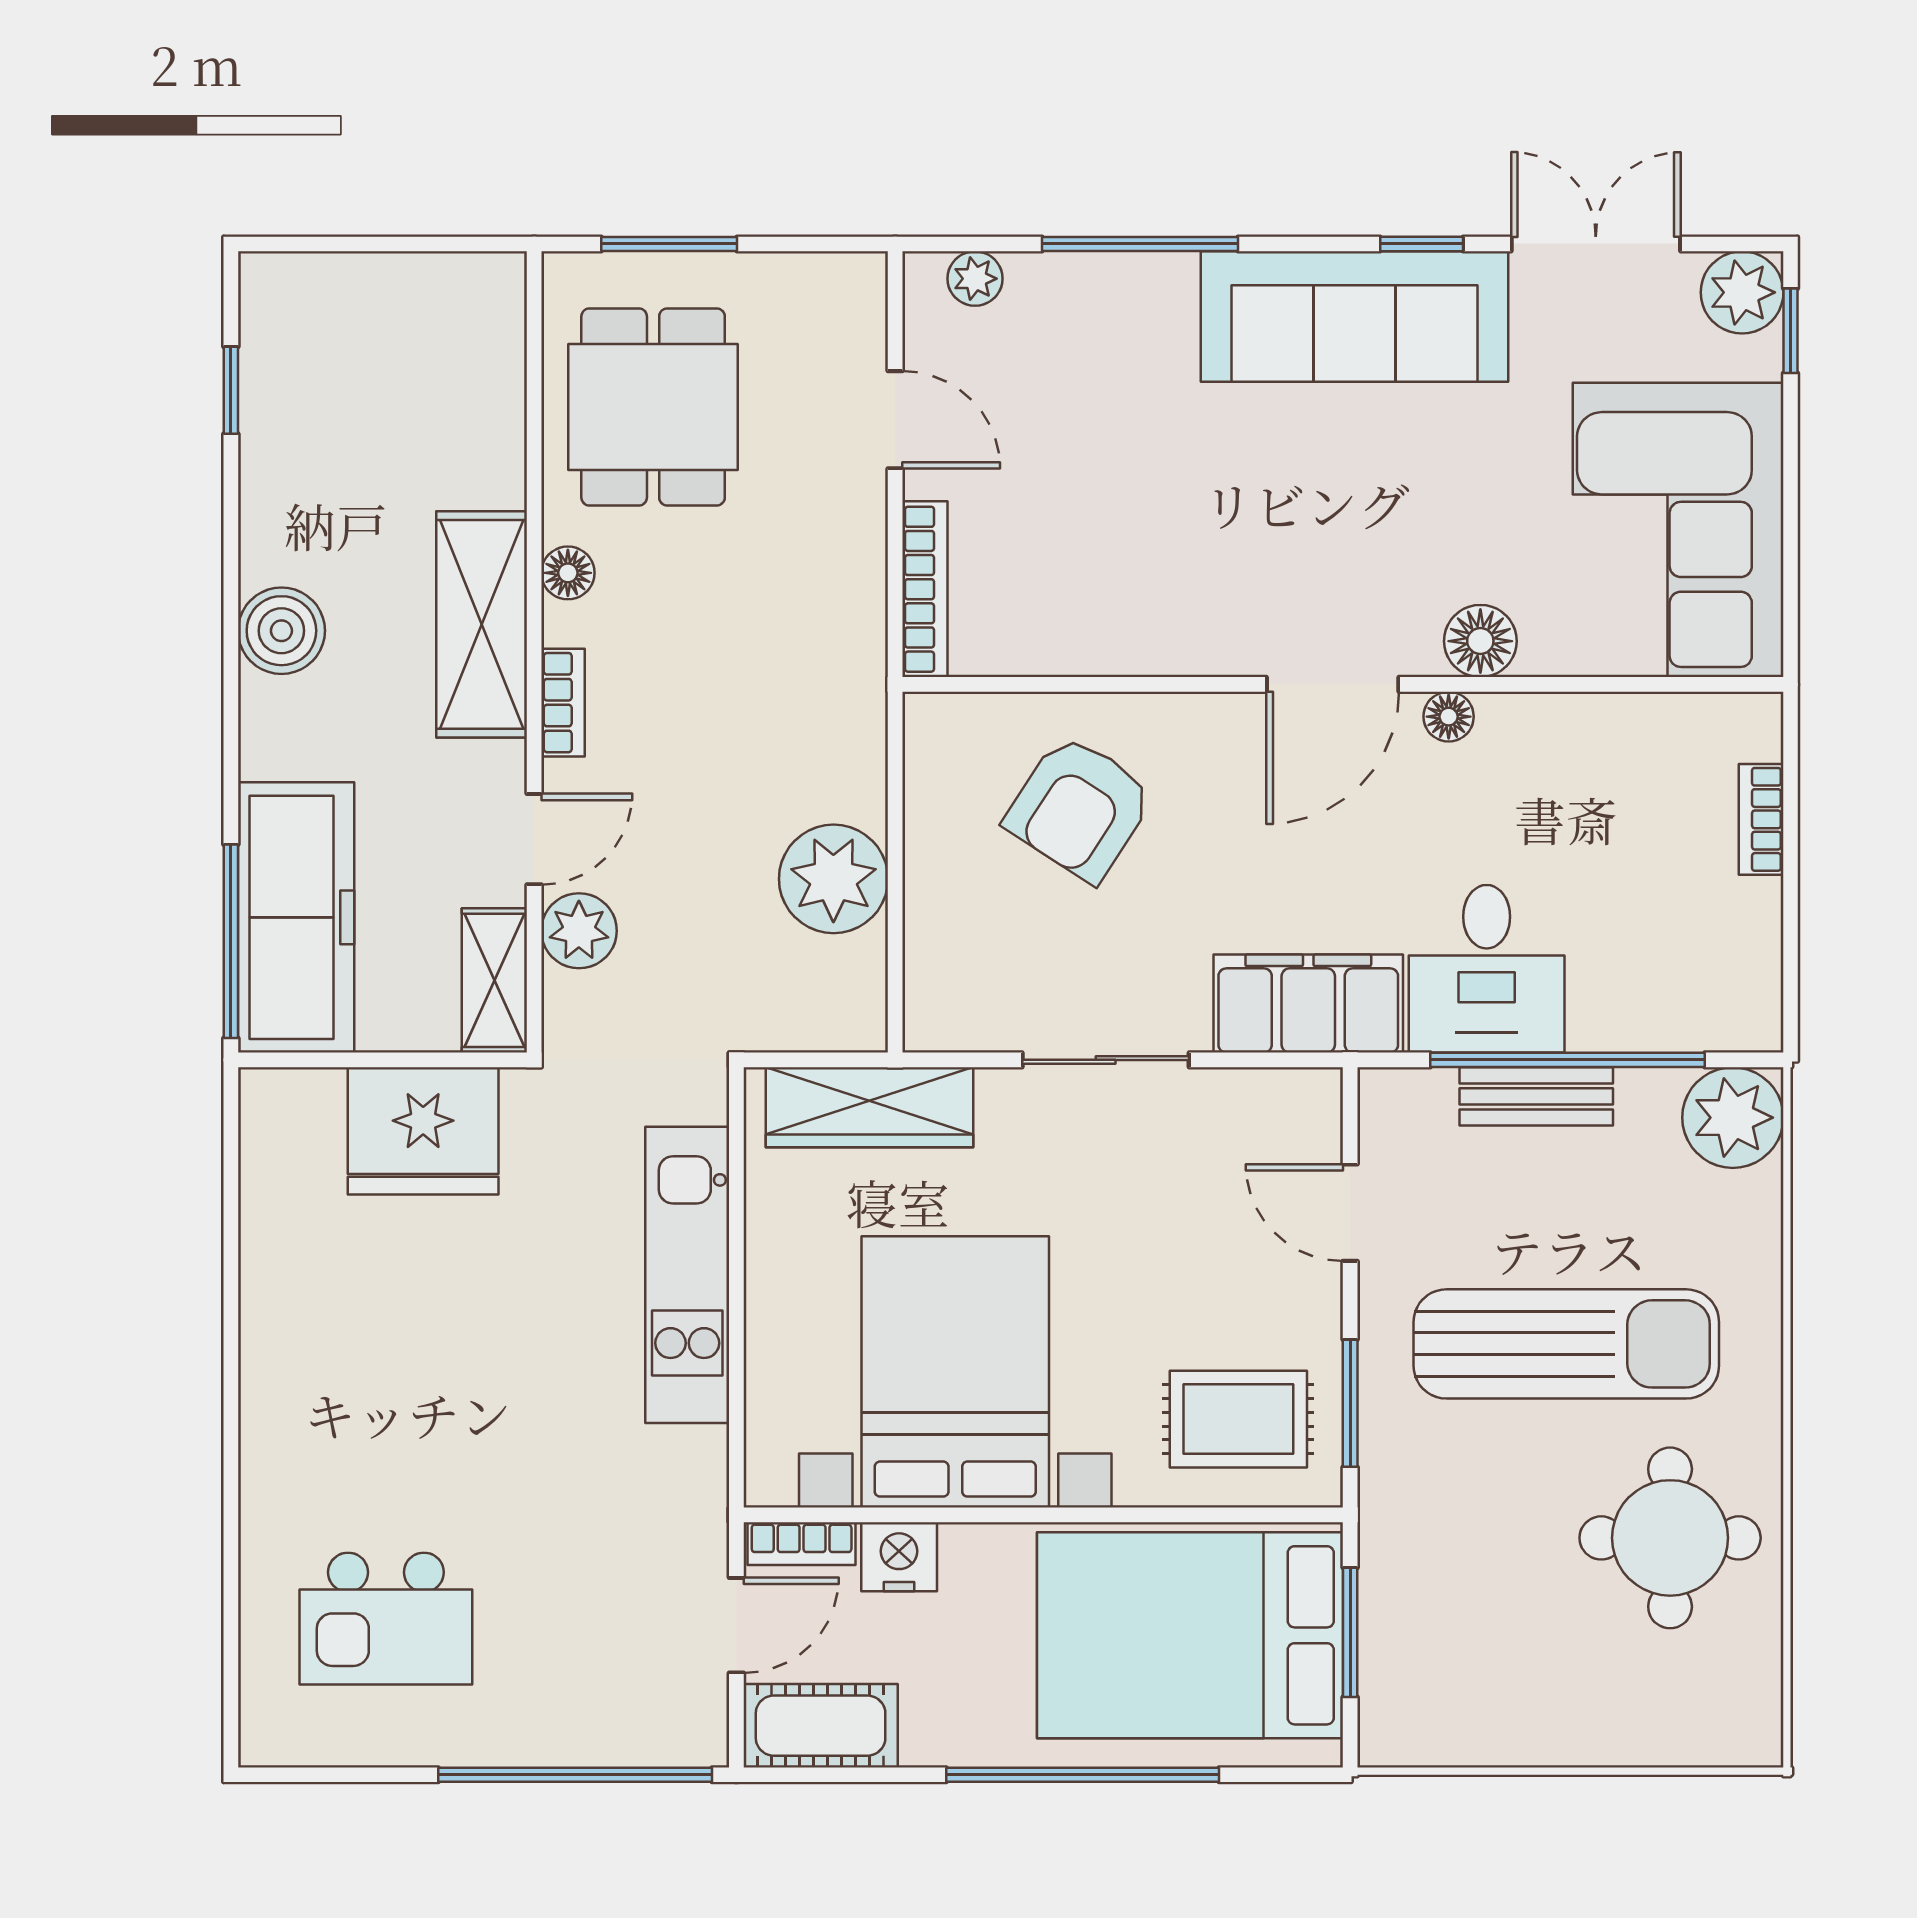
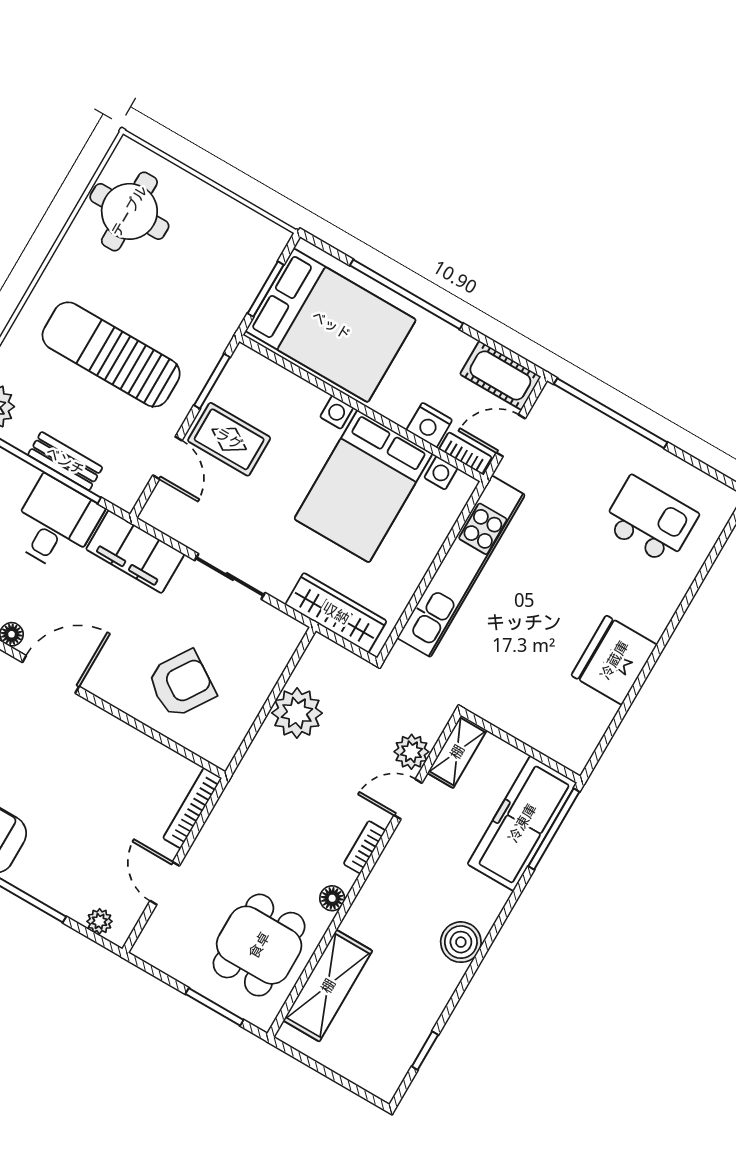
shelving: (482, 624) -> (328, 986), moved
fridge: (423, 1131) -> (614, 660), moved, turned -90
kitchen unit: (687, 1275) -> (461, 566), width x1.36
rug: (1238, 1419) -> (229, 439), moved
round table: (1670, 1538) -> (129, 211), moved

